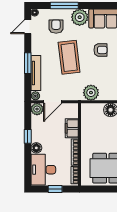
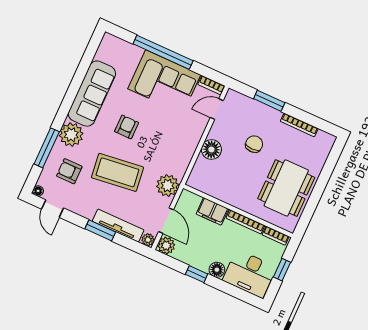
plant: (91, 93) -> (168, 185), moved

